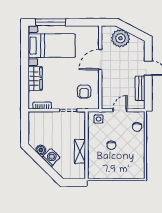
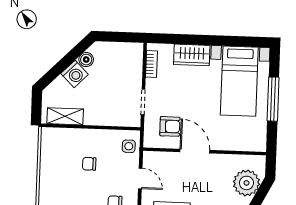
window: (51, 22) -> (273, 99), moved
door: (100, 60) -> (195, 151), moved
armchair: (84, 92) -> (170, 126), turned 180
shelving: (80, 151) -> (65, 116), moved

